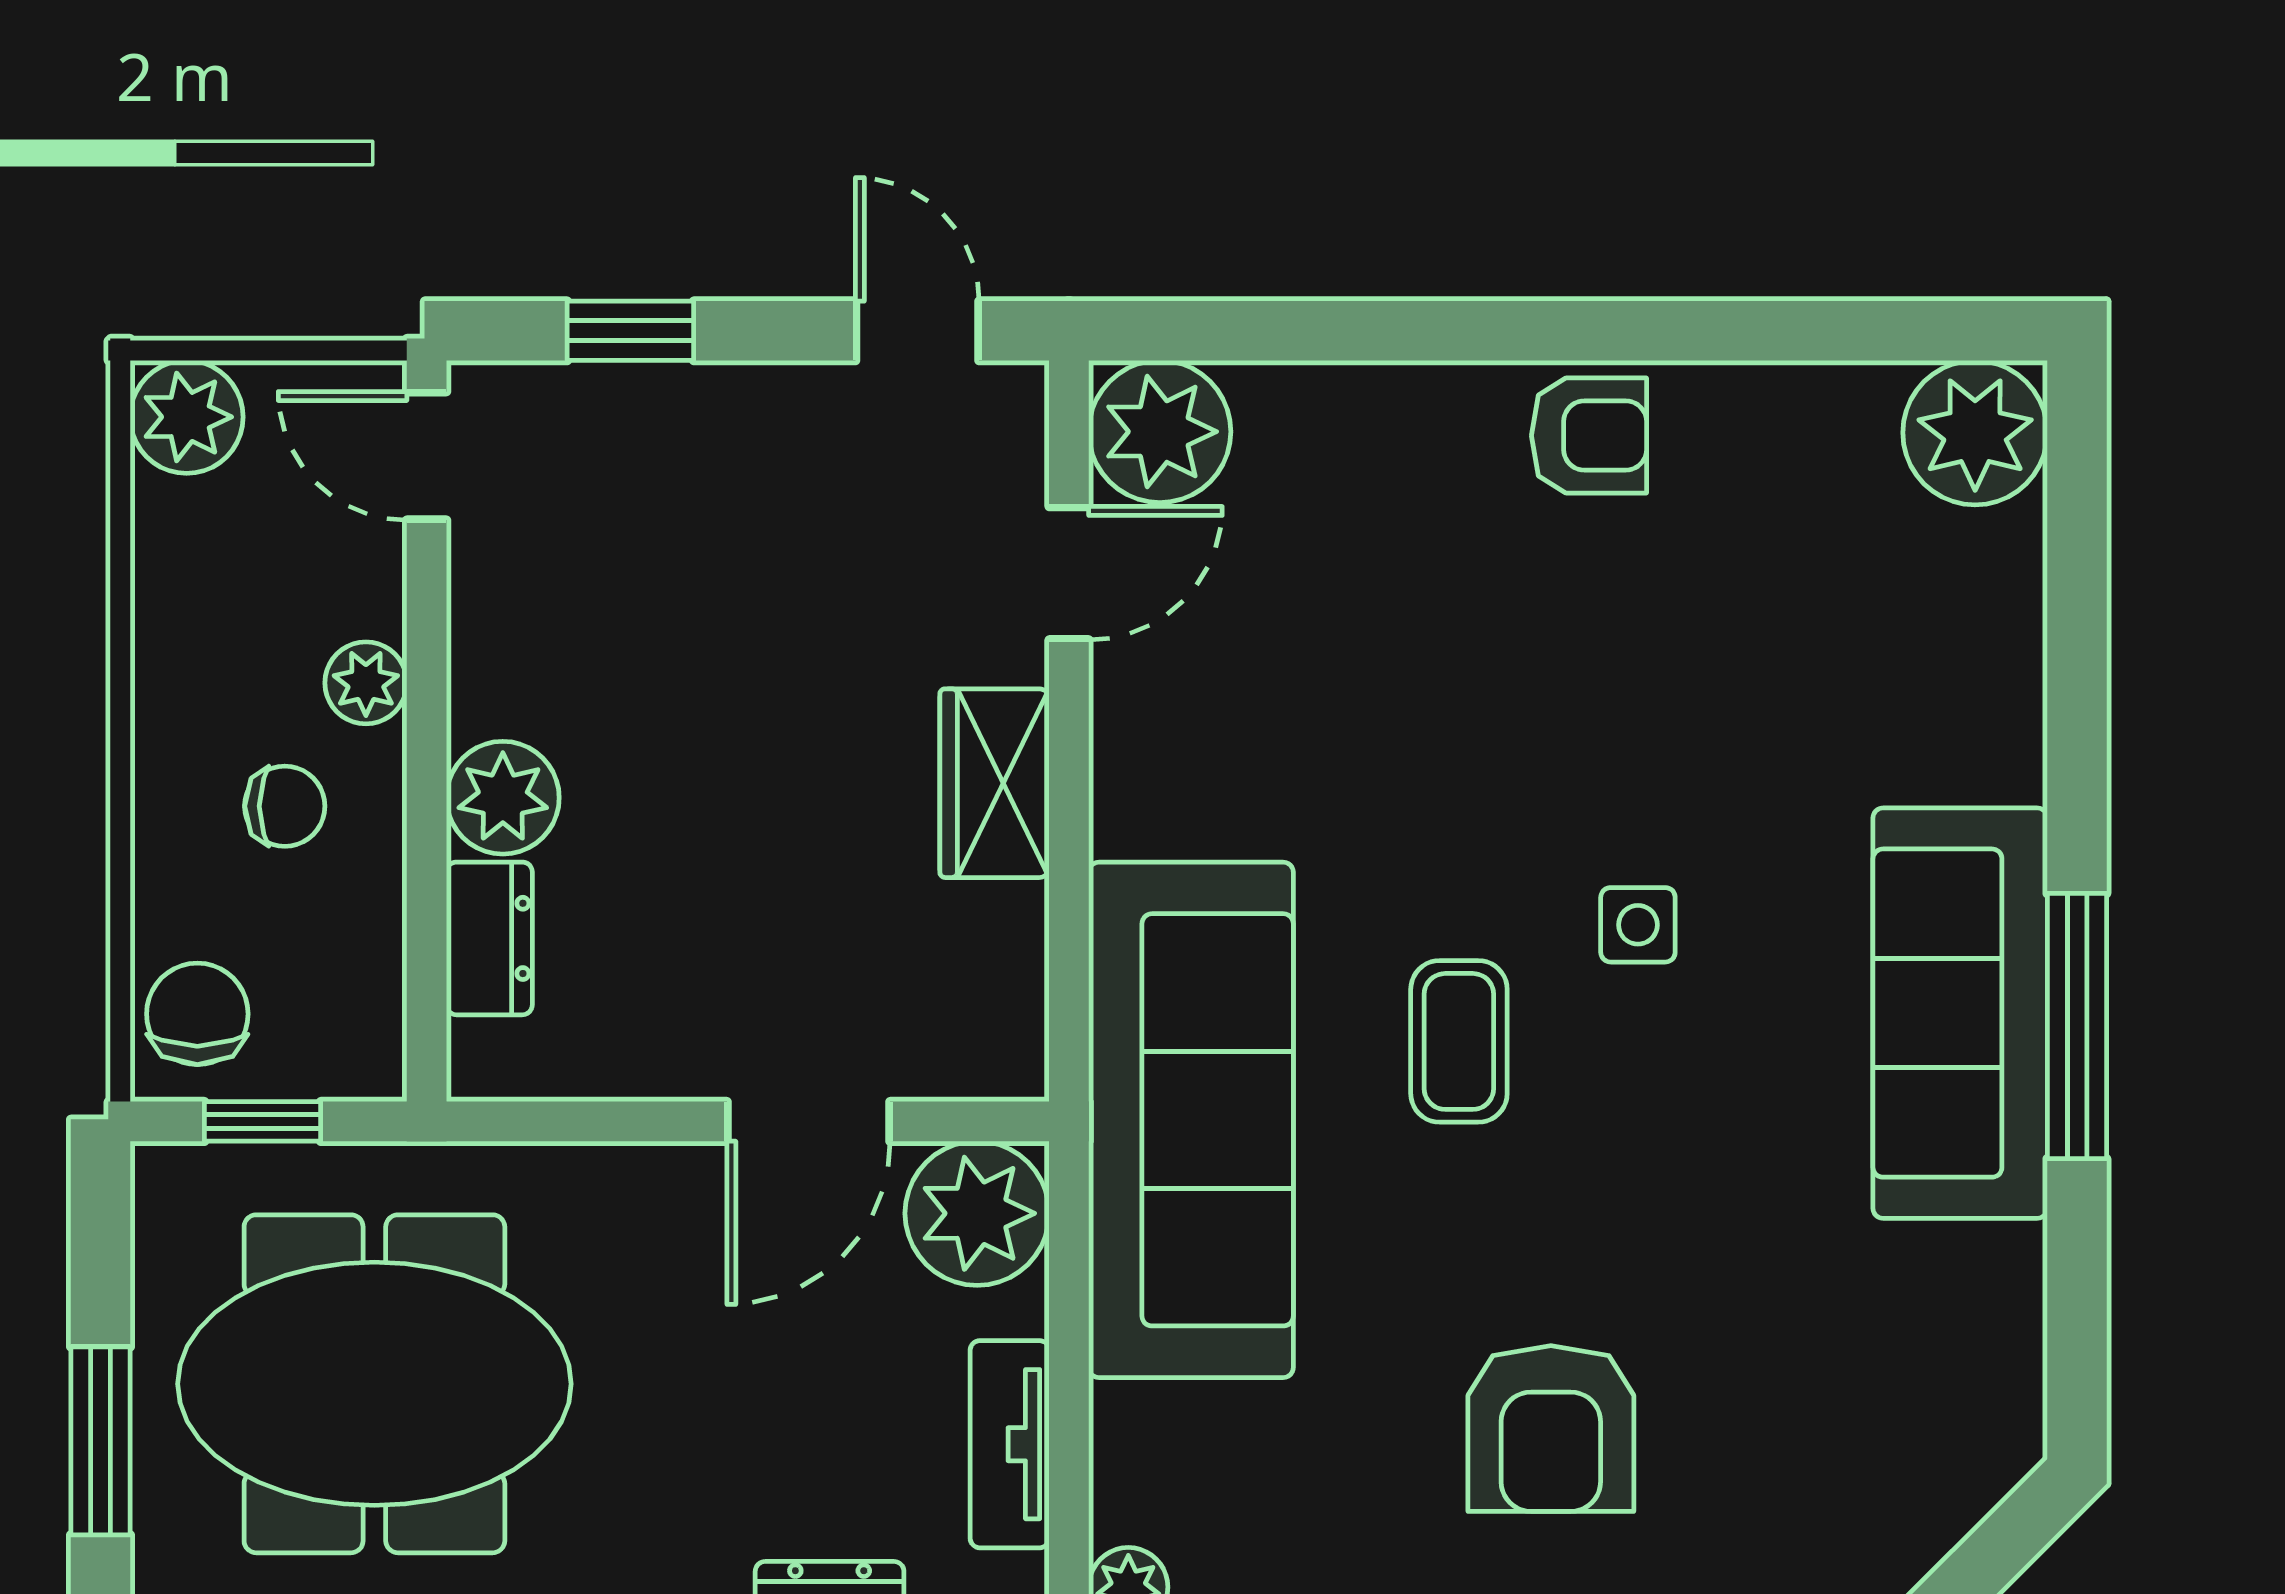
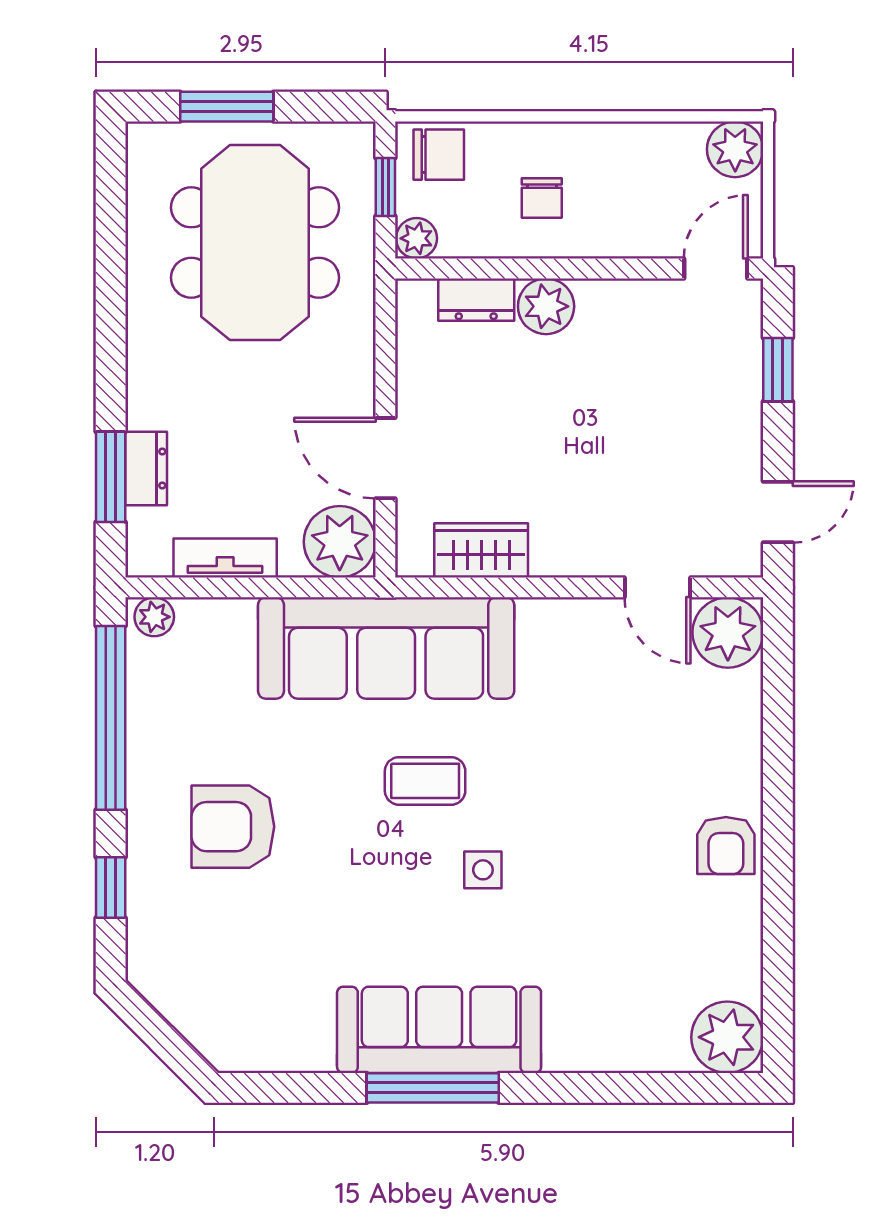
plant: (366, 683) -> (417, 238), moved
wardrobe: (994, 783) -> (481, 550), moved

